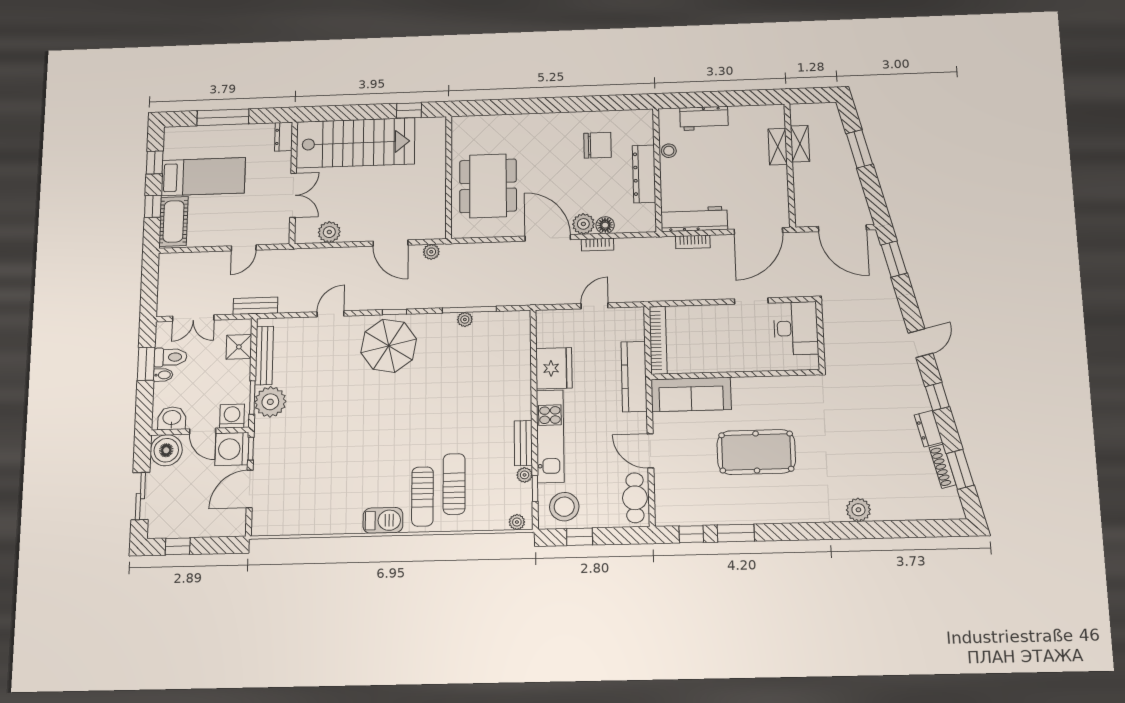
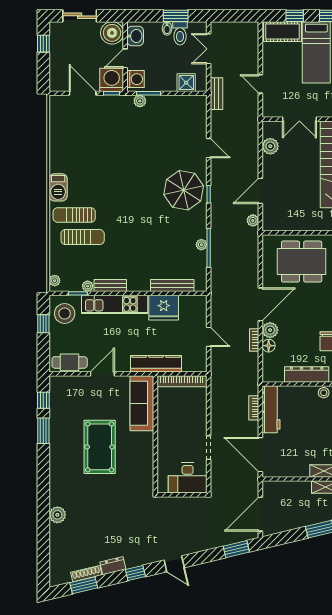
bench: (264, 356) -> (172, 286), moved
plant: (270, 402) -> (140, 101), width x0.53, depth x0.53

